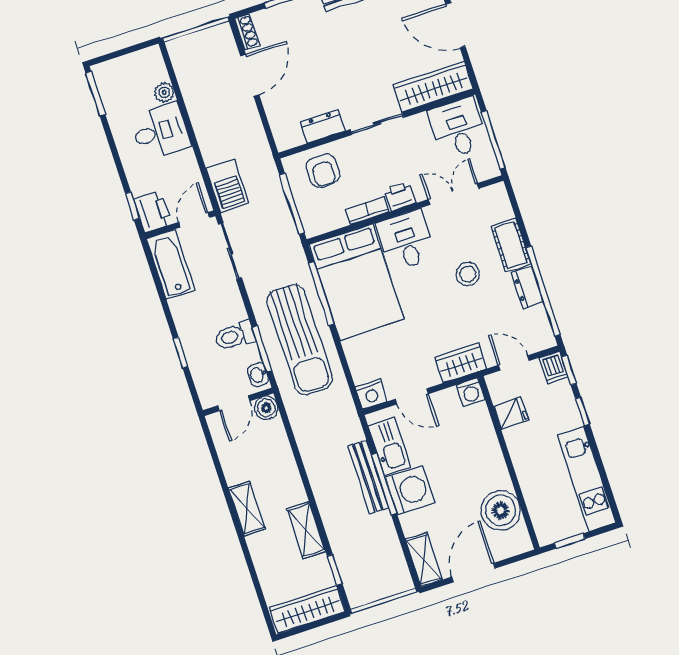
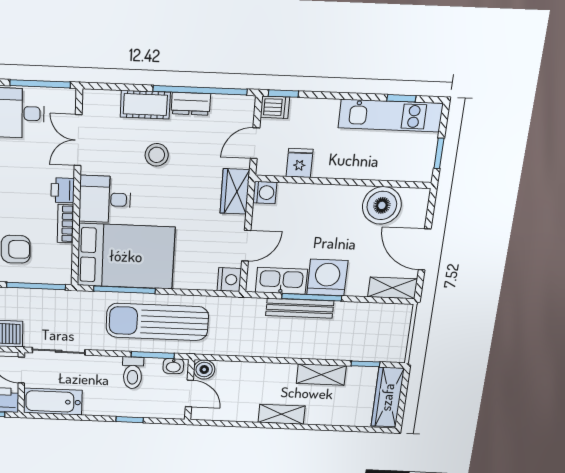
sun lounger: (300, 340) -> (157, 322), turned 180
window: (582, 411) -> (401, 98), moved

